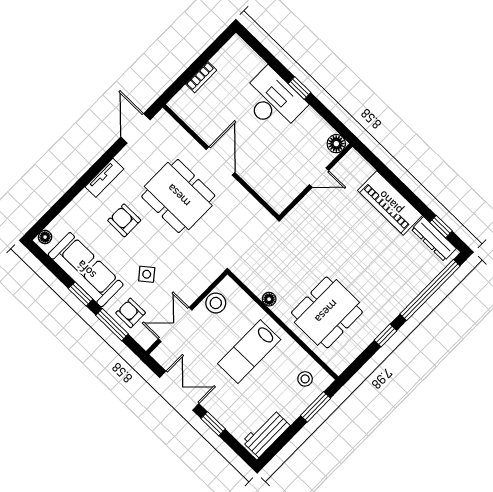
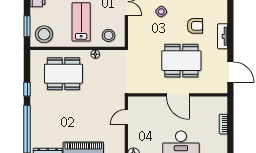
door: (319, 178) -> (126, 117), moved
stool: (216, 303) -> (109, 35), moved
dining table: (327, 312) -> (63, 74), turned 90
stool: (305, 379) -> (44, 34), width x1.89, depth x1.89

